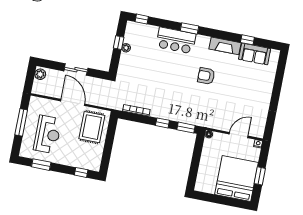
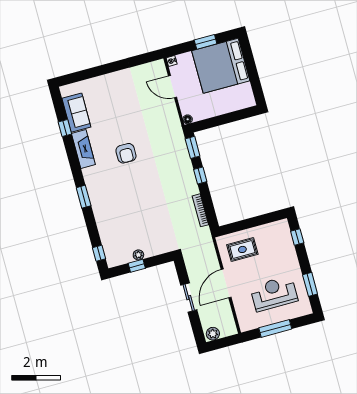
bar counter: (176, 40) -> (104, 205), removed
rug: (92, 127) -> (242, 249), width x0.73, depth x0.70

